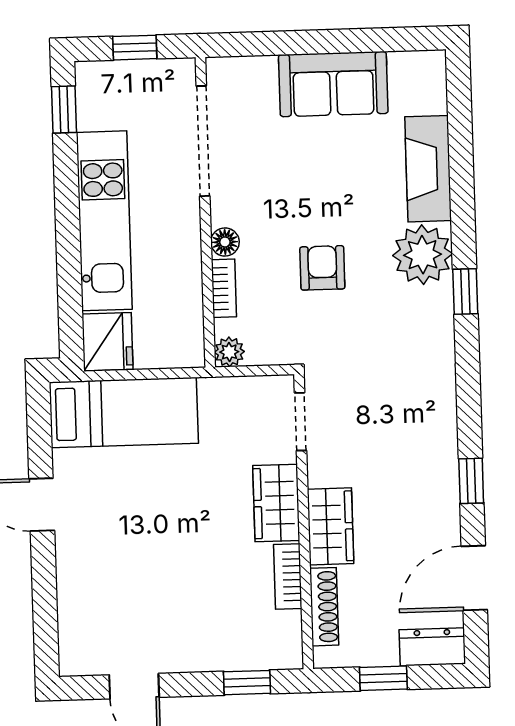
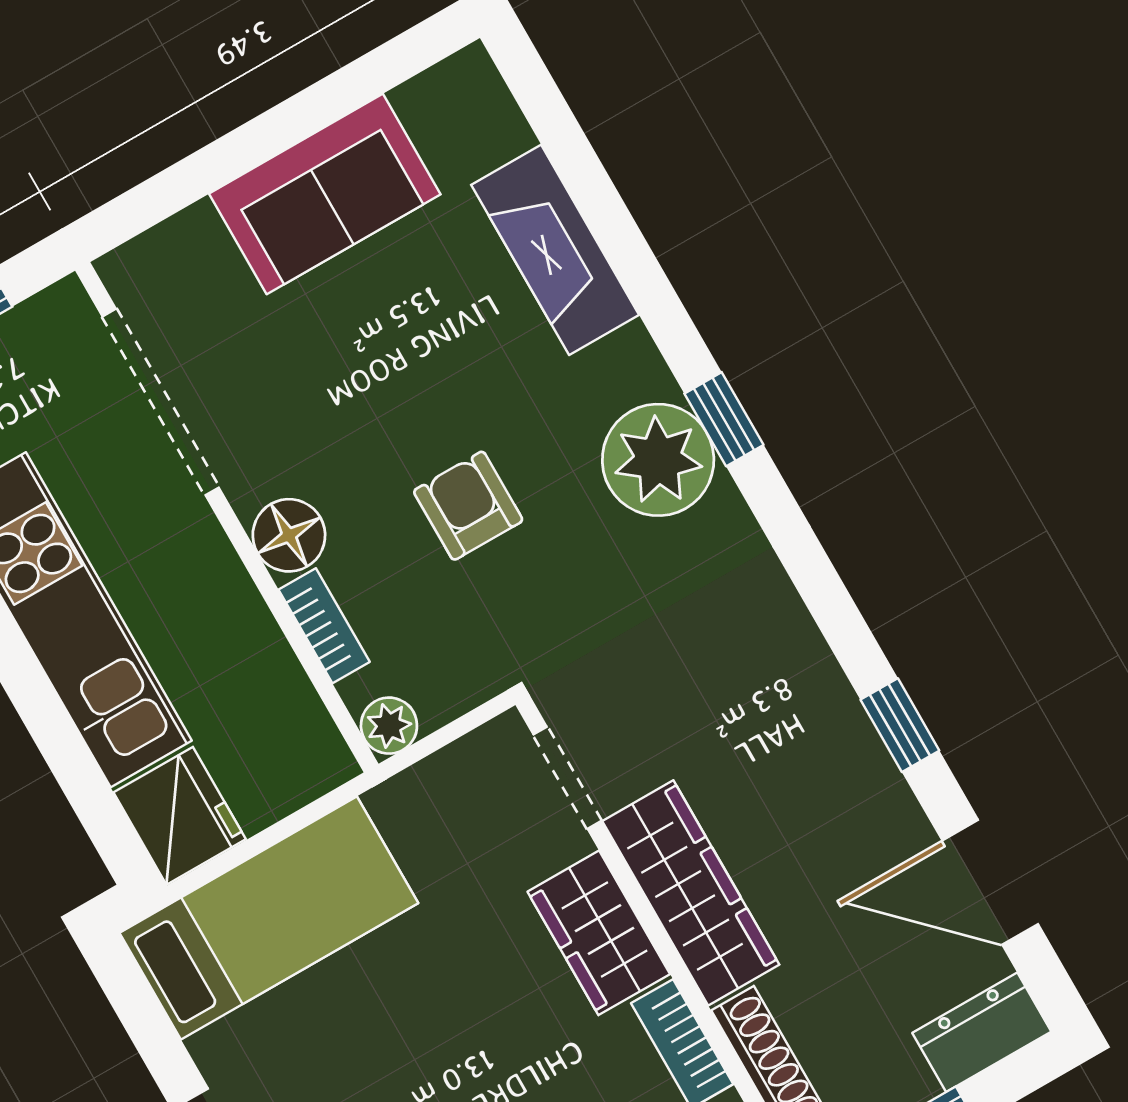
floor lamp: (225, 242) -> (289, 535), width x1.37, depth x1.37
plant: (423, 255) -> (658, 460), moved
wardrobe: (330, 526) -> (691, 893), width x1.50
door: (474, 578) -> (990, 882), hinge flipped

